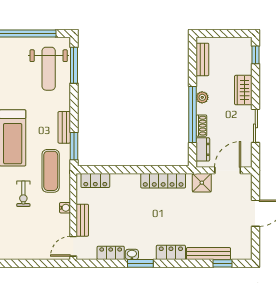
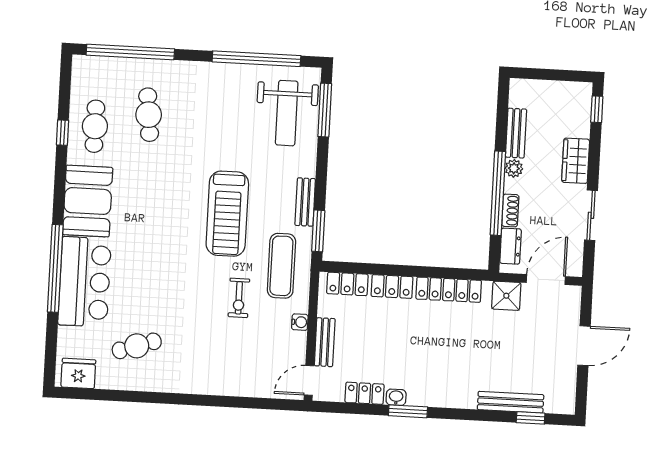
bench: (202, 59) -> (516, 133), moved
locker: (171, 252) -> (392, 287), moved, turned 180

